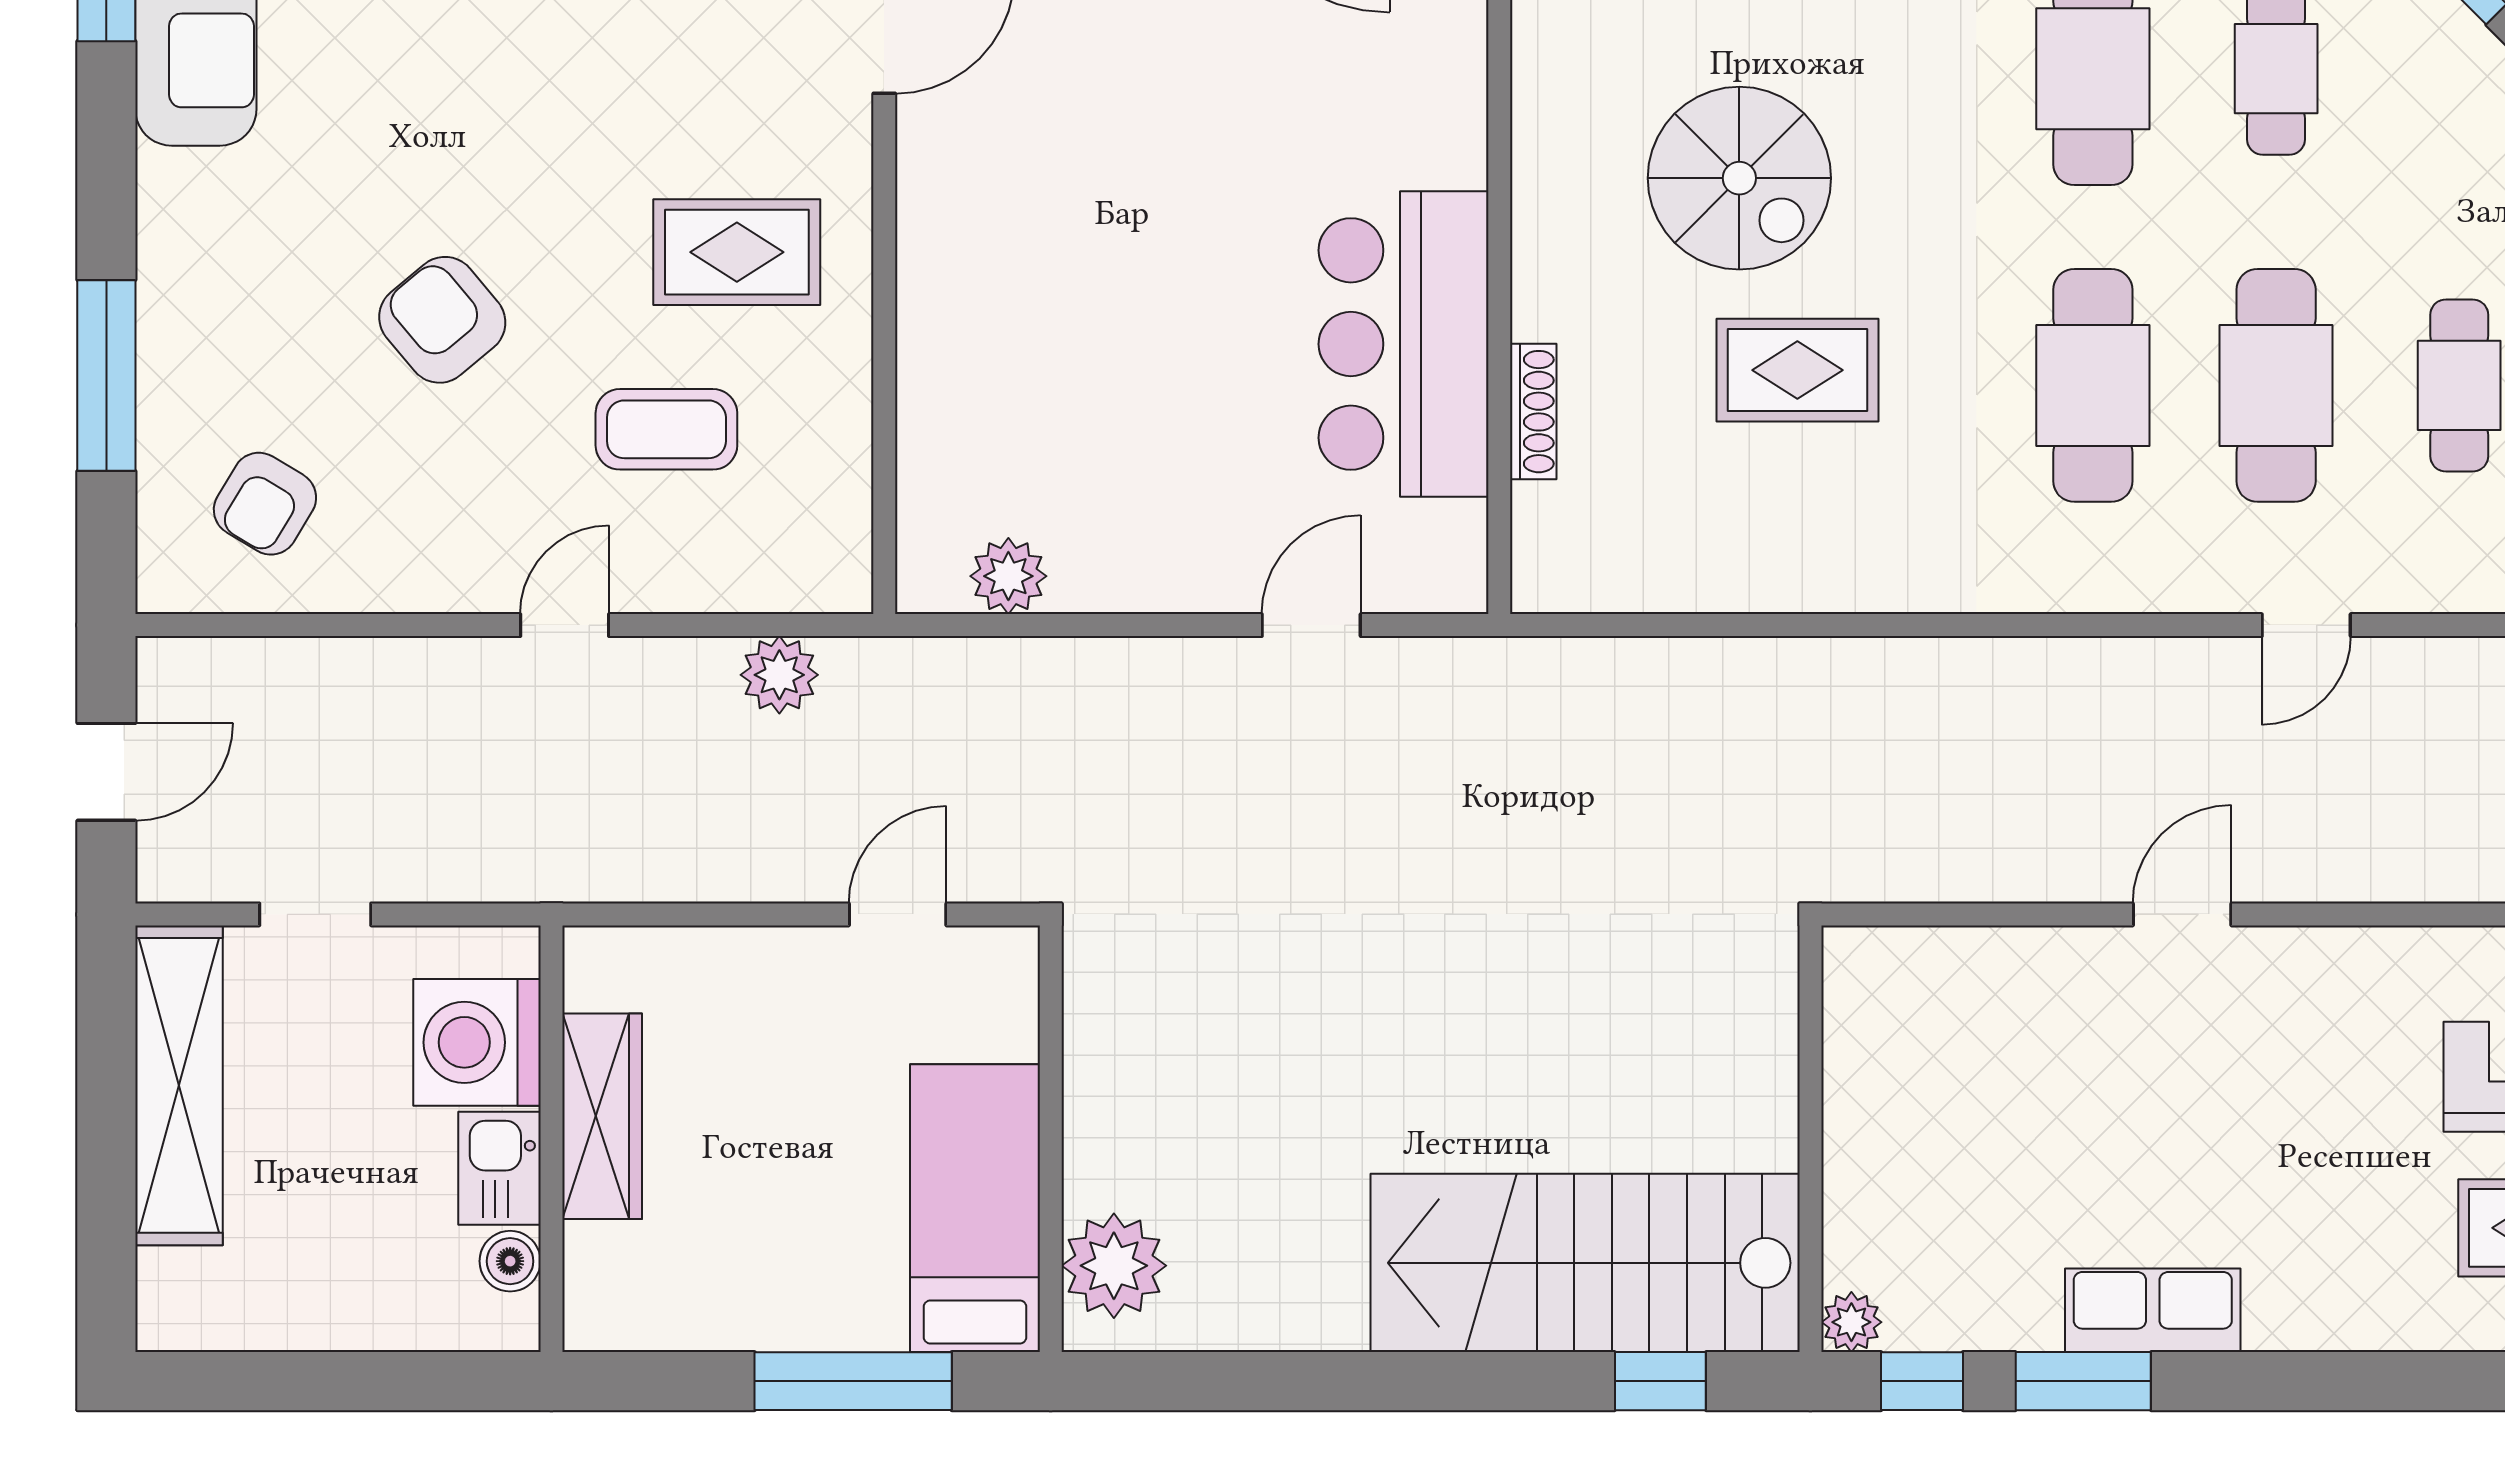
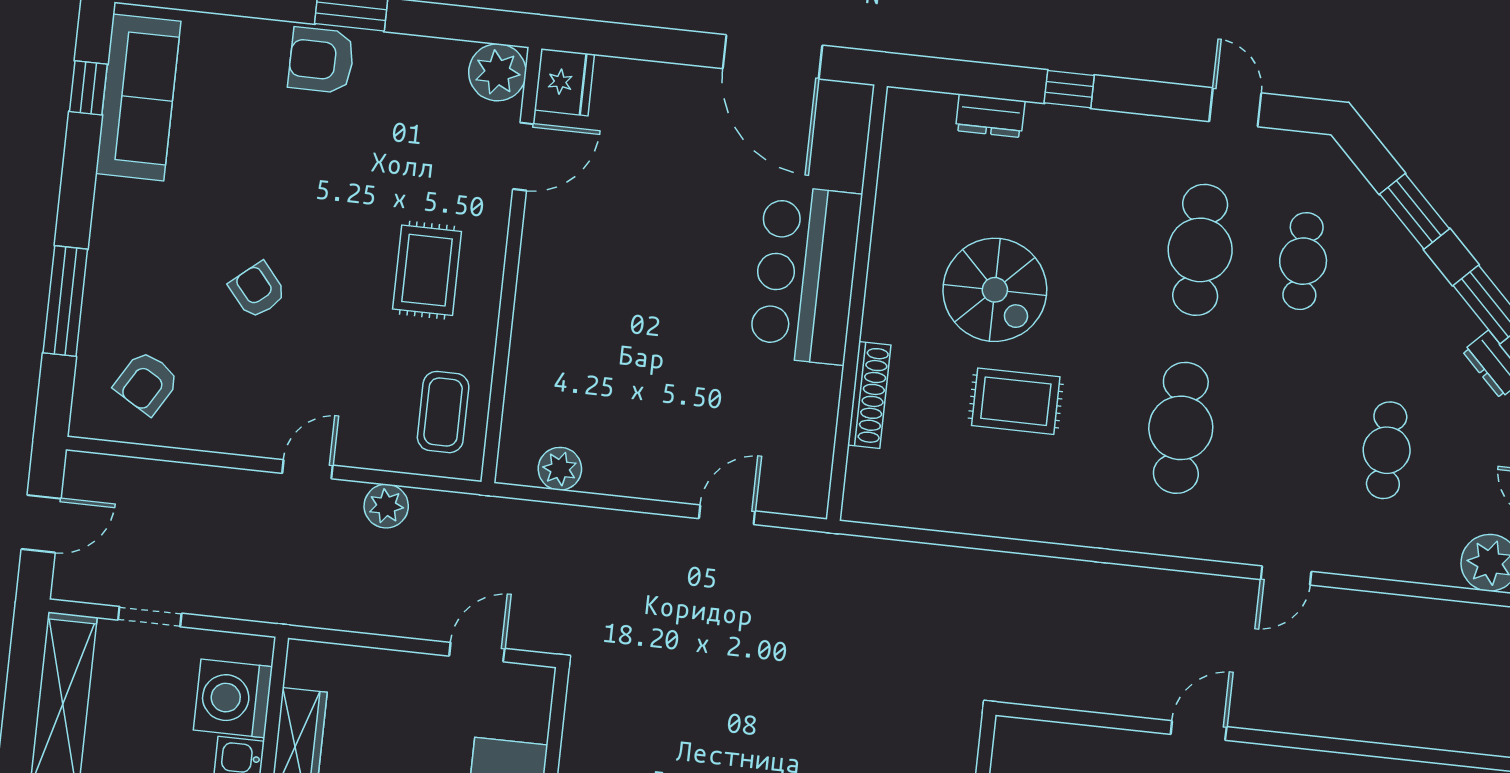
rug: (737, 252) -> (427, 270), turned 90
armchair: (442, 320) -> (257, 290), width x0.72, depth x0.72
bar counter: (1404, 344) -> (806, 275), moved
cafe table: (2276, 385) -> (1284, 439), removed
shoe rack: (1533, 412) -> (869, 395), width x1.36, depth x1.24
coffee table: (666, 429) -> (443, 412), moved, turned 90
plant: (779, 675) -> (386, 506), moved

